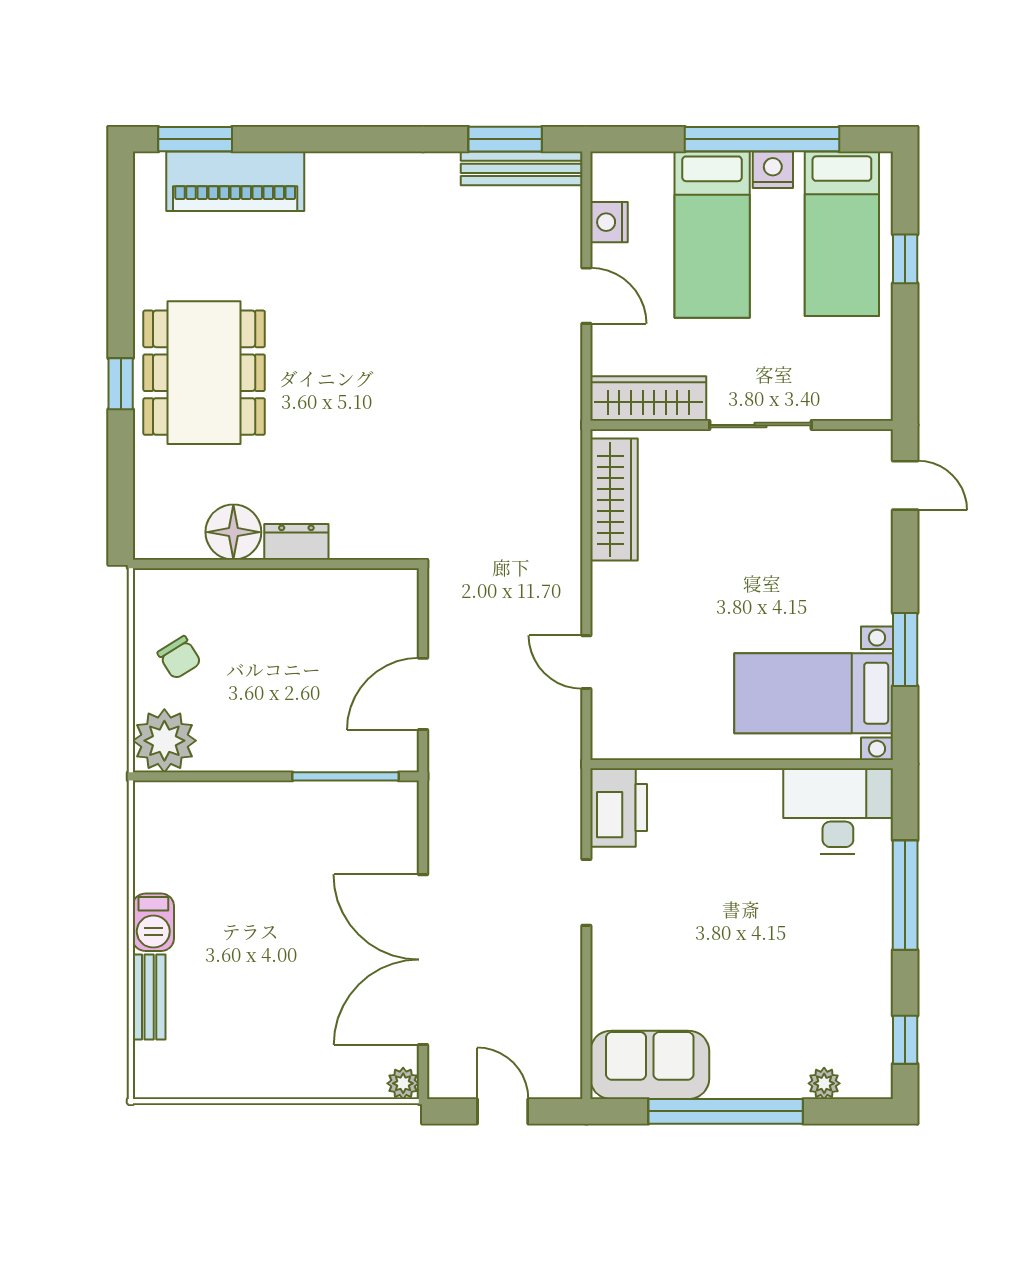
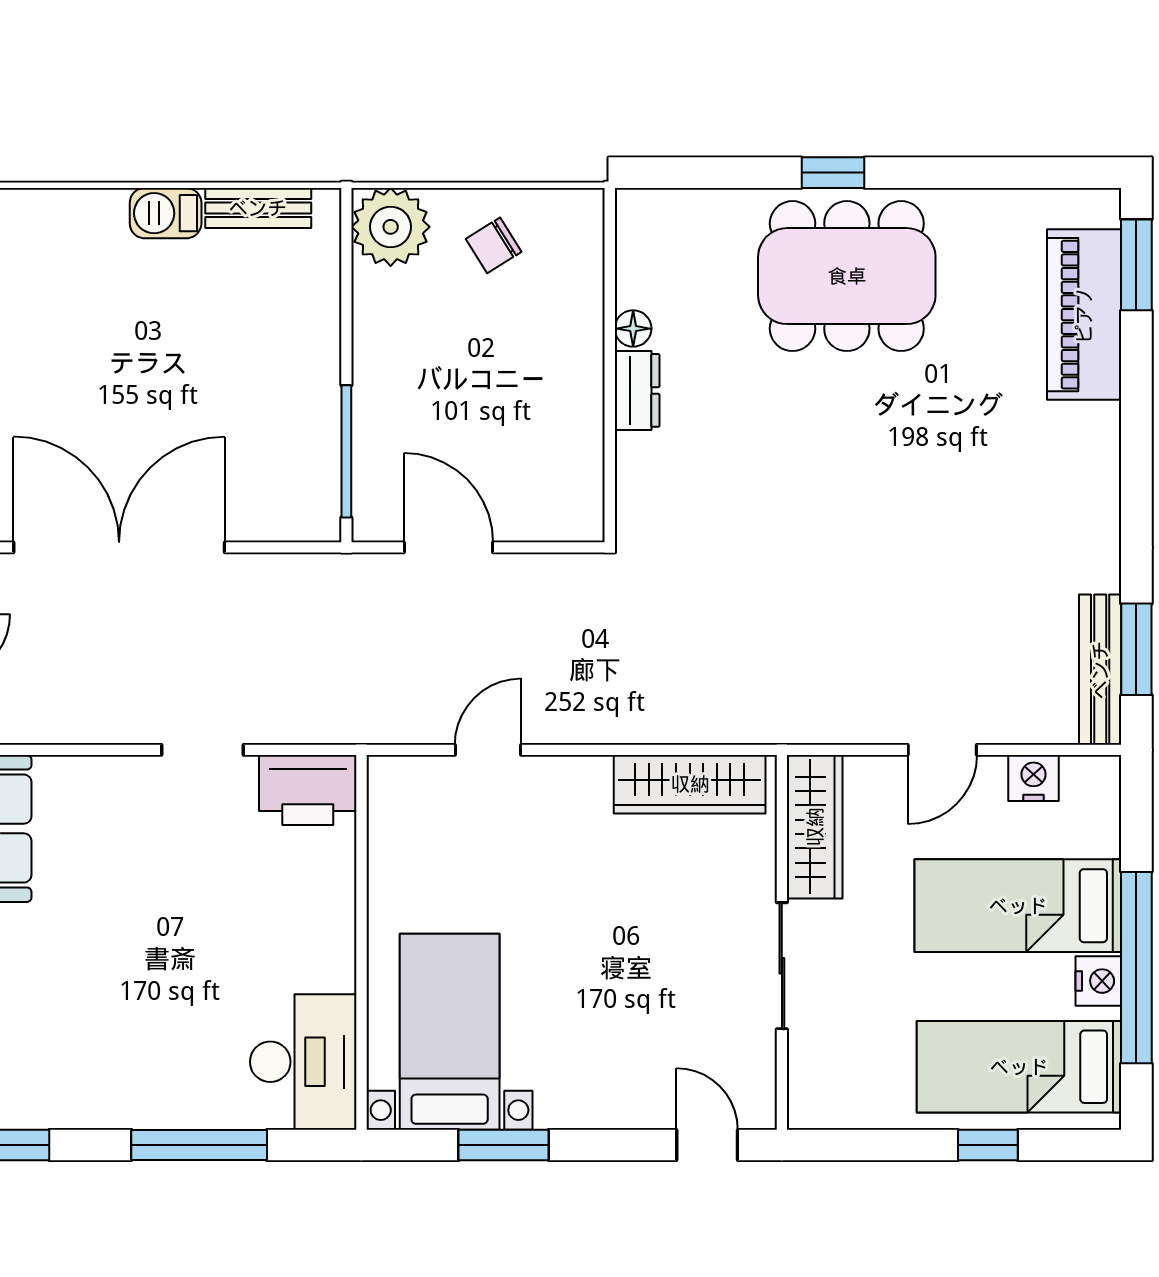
door: (905, 485) -> (707, 1145), swing flipped
floor lamp: (233, 532) -> (633, 329), width x0.53, depth x0.53
bench: (149, 997) -> (258, 208), moved

